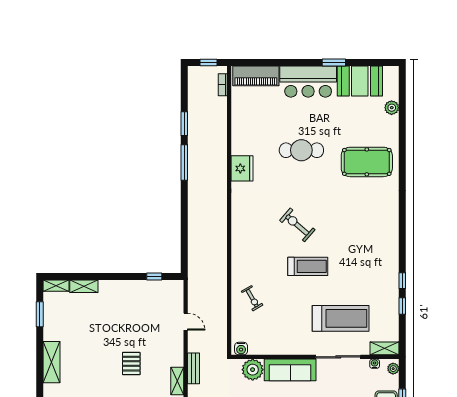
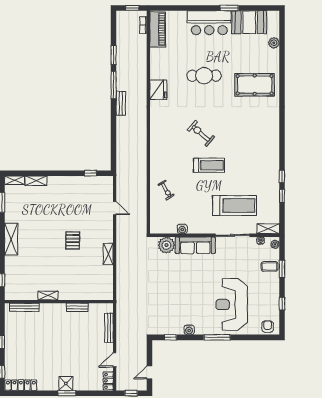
piano: (256, 76) -> (158, 30), moved, turned -90
water cooler: (241, 349) -> (182, 229), moved
bench: (194, 368) -> (121, 103), moved

